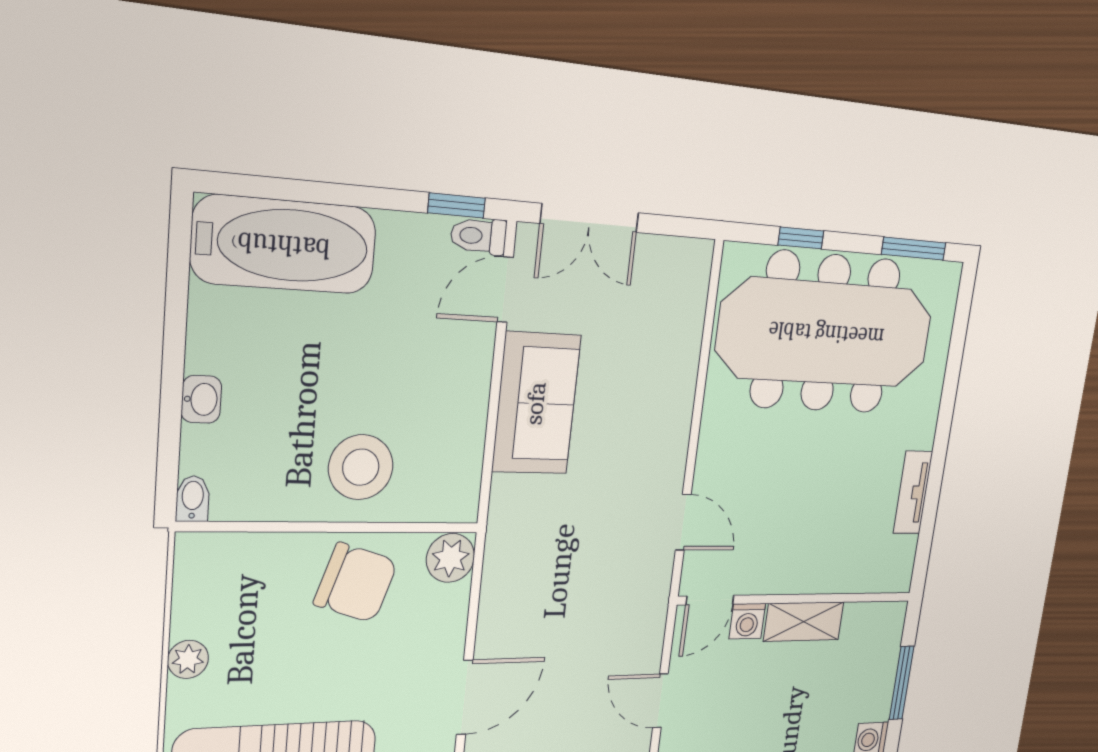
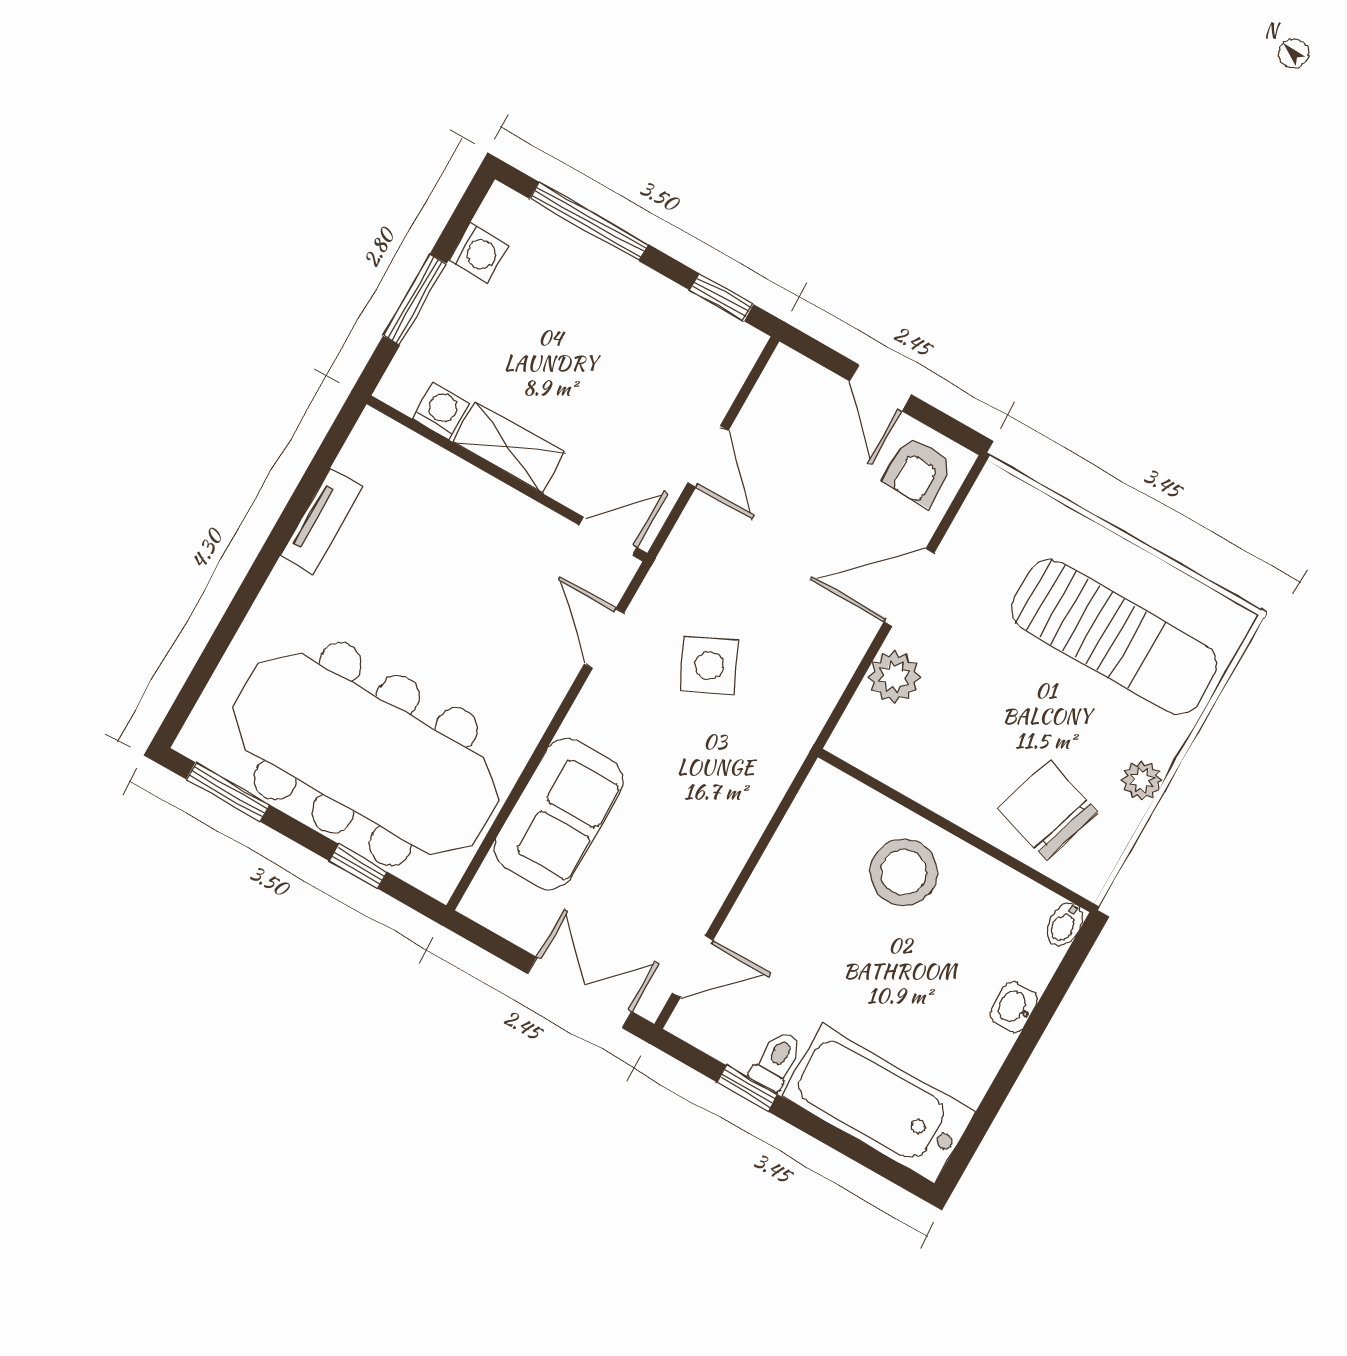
window: (456, 205) -> (747, 1088), moved
toilet: (479, 236) -> (776, 1060), moved, turned -90
sofa: (536, 403) -> (559, 814), moved, turned 180
side table: (595, 547) -> (709, 666), added
plant: (450, 558) -> (894, 677), moved
chair: (356, 583) -> (1048, 810), moved
washing machine: (747, 621) -> (441, 411), moved

